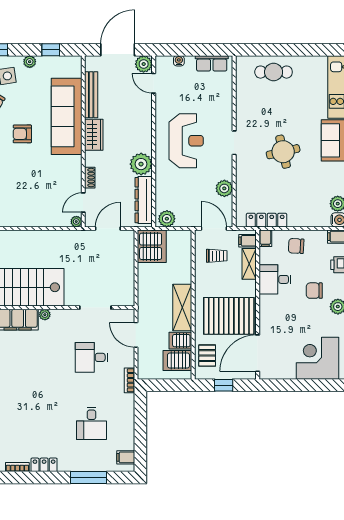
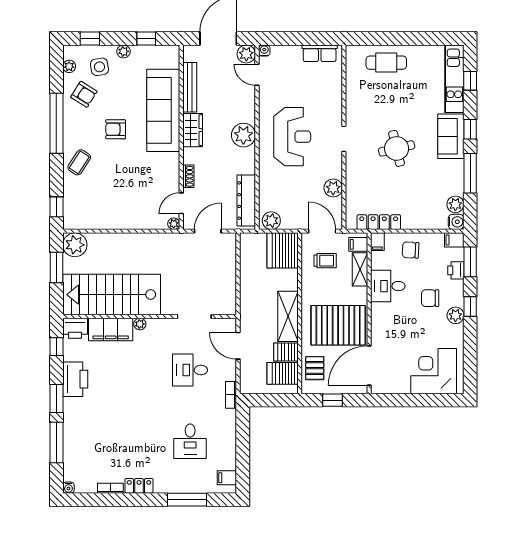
water cooler: (179, 61) -> (264, 50), moved
plant: (141, 164) -> (243, 135), moved
server rack: (152, 246) -> (283, 250), moved, turned 180

